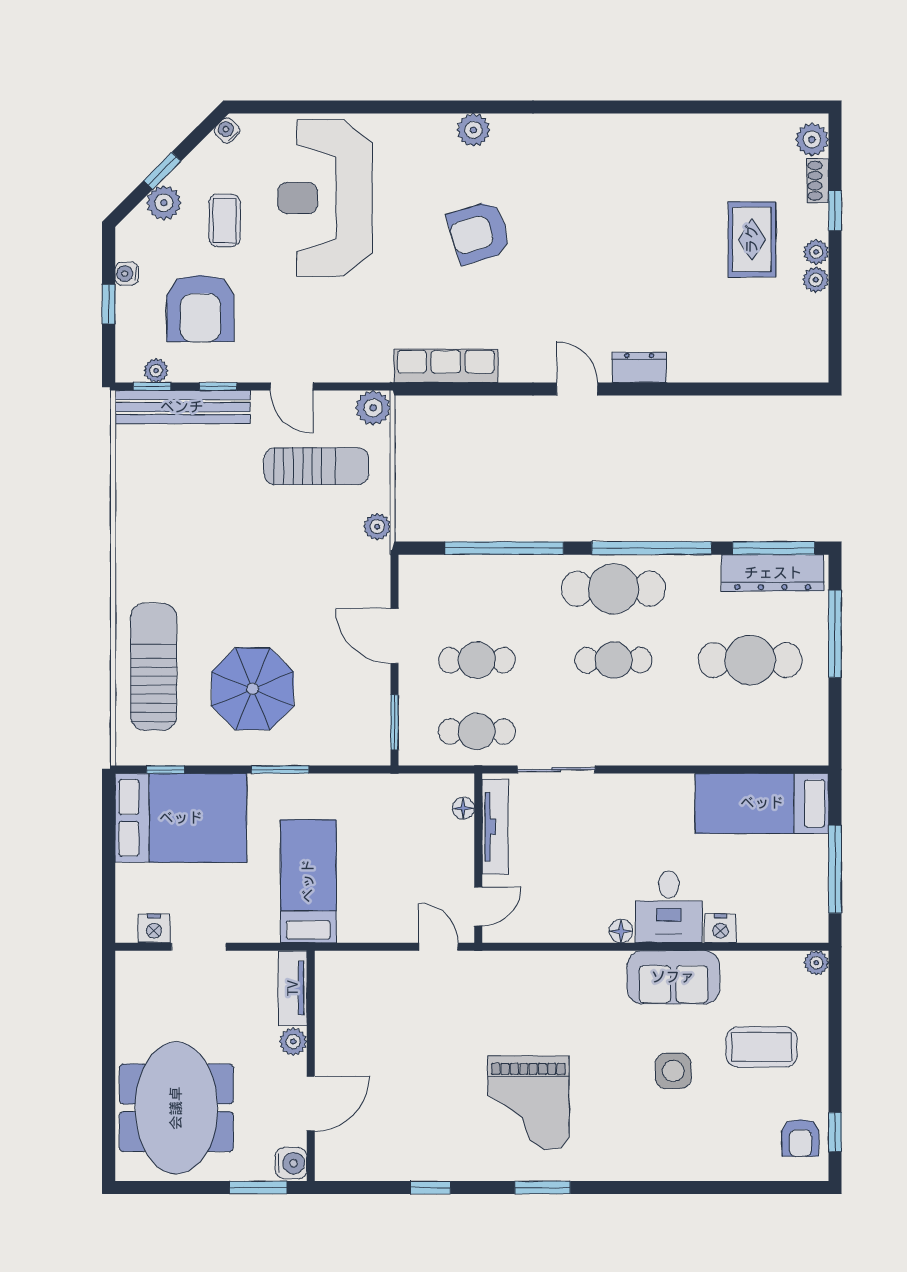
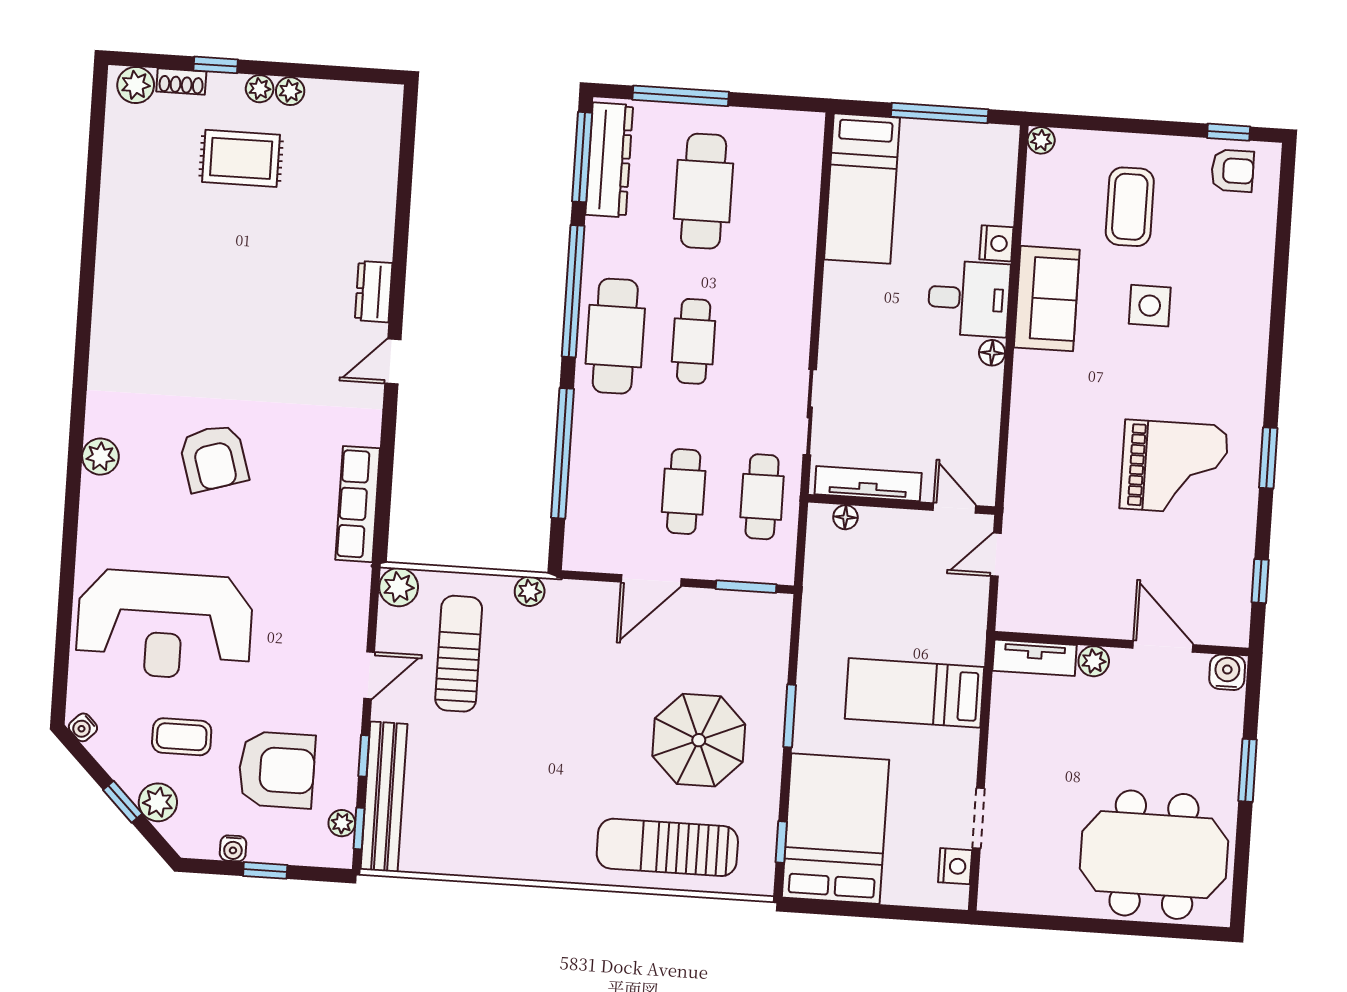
tv unit: (293, 988) -> (1035, 658), moved
plant: (293, 1042) -> (1094, 661), moved
wall: (311, 1066) -> (1122, 644), moved
door: (311, 1103) -> (1163, 646), moved
water cooler: (291, 1163) -> (1227, 672), moved

